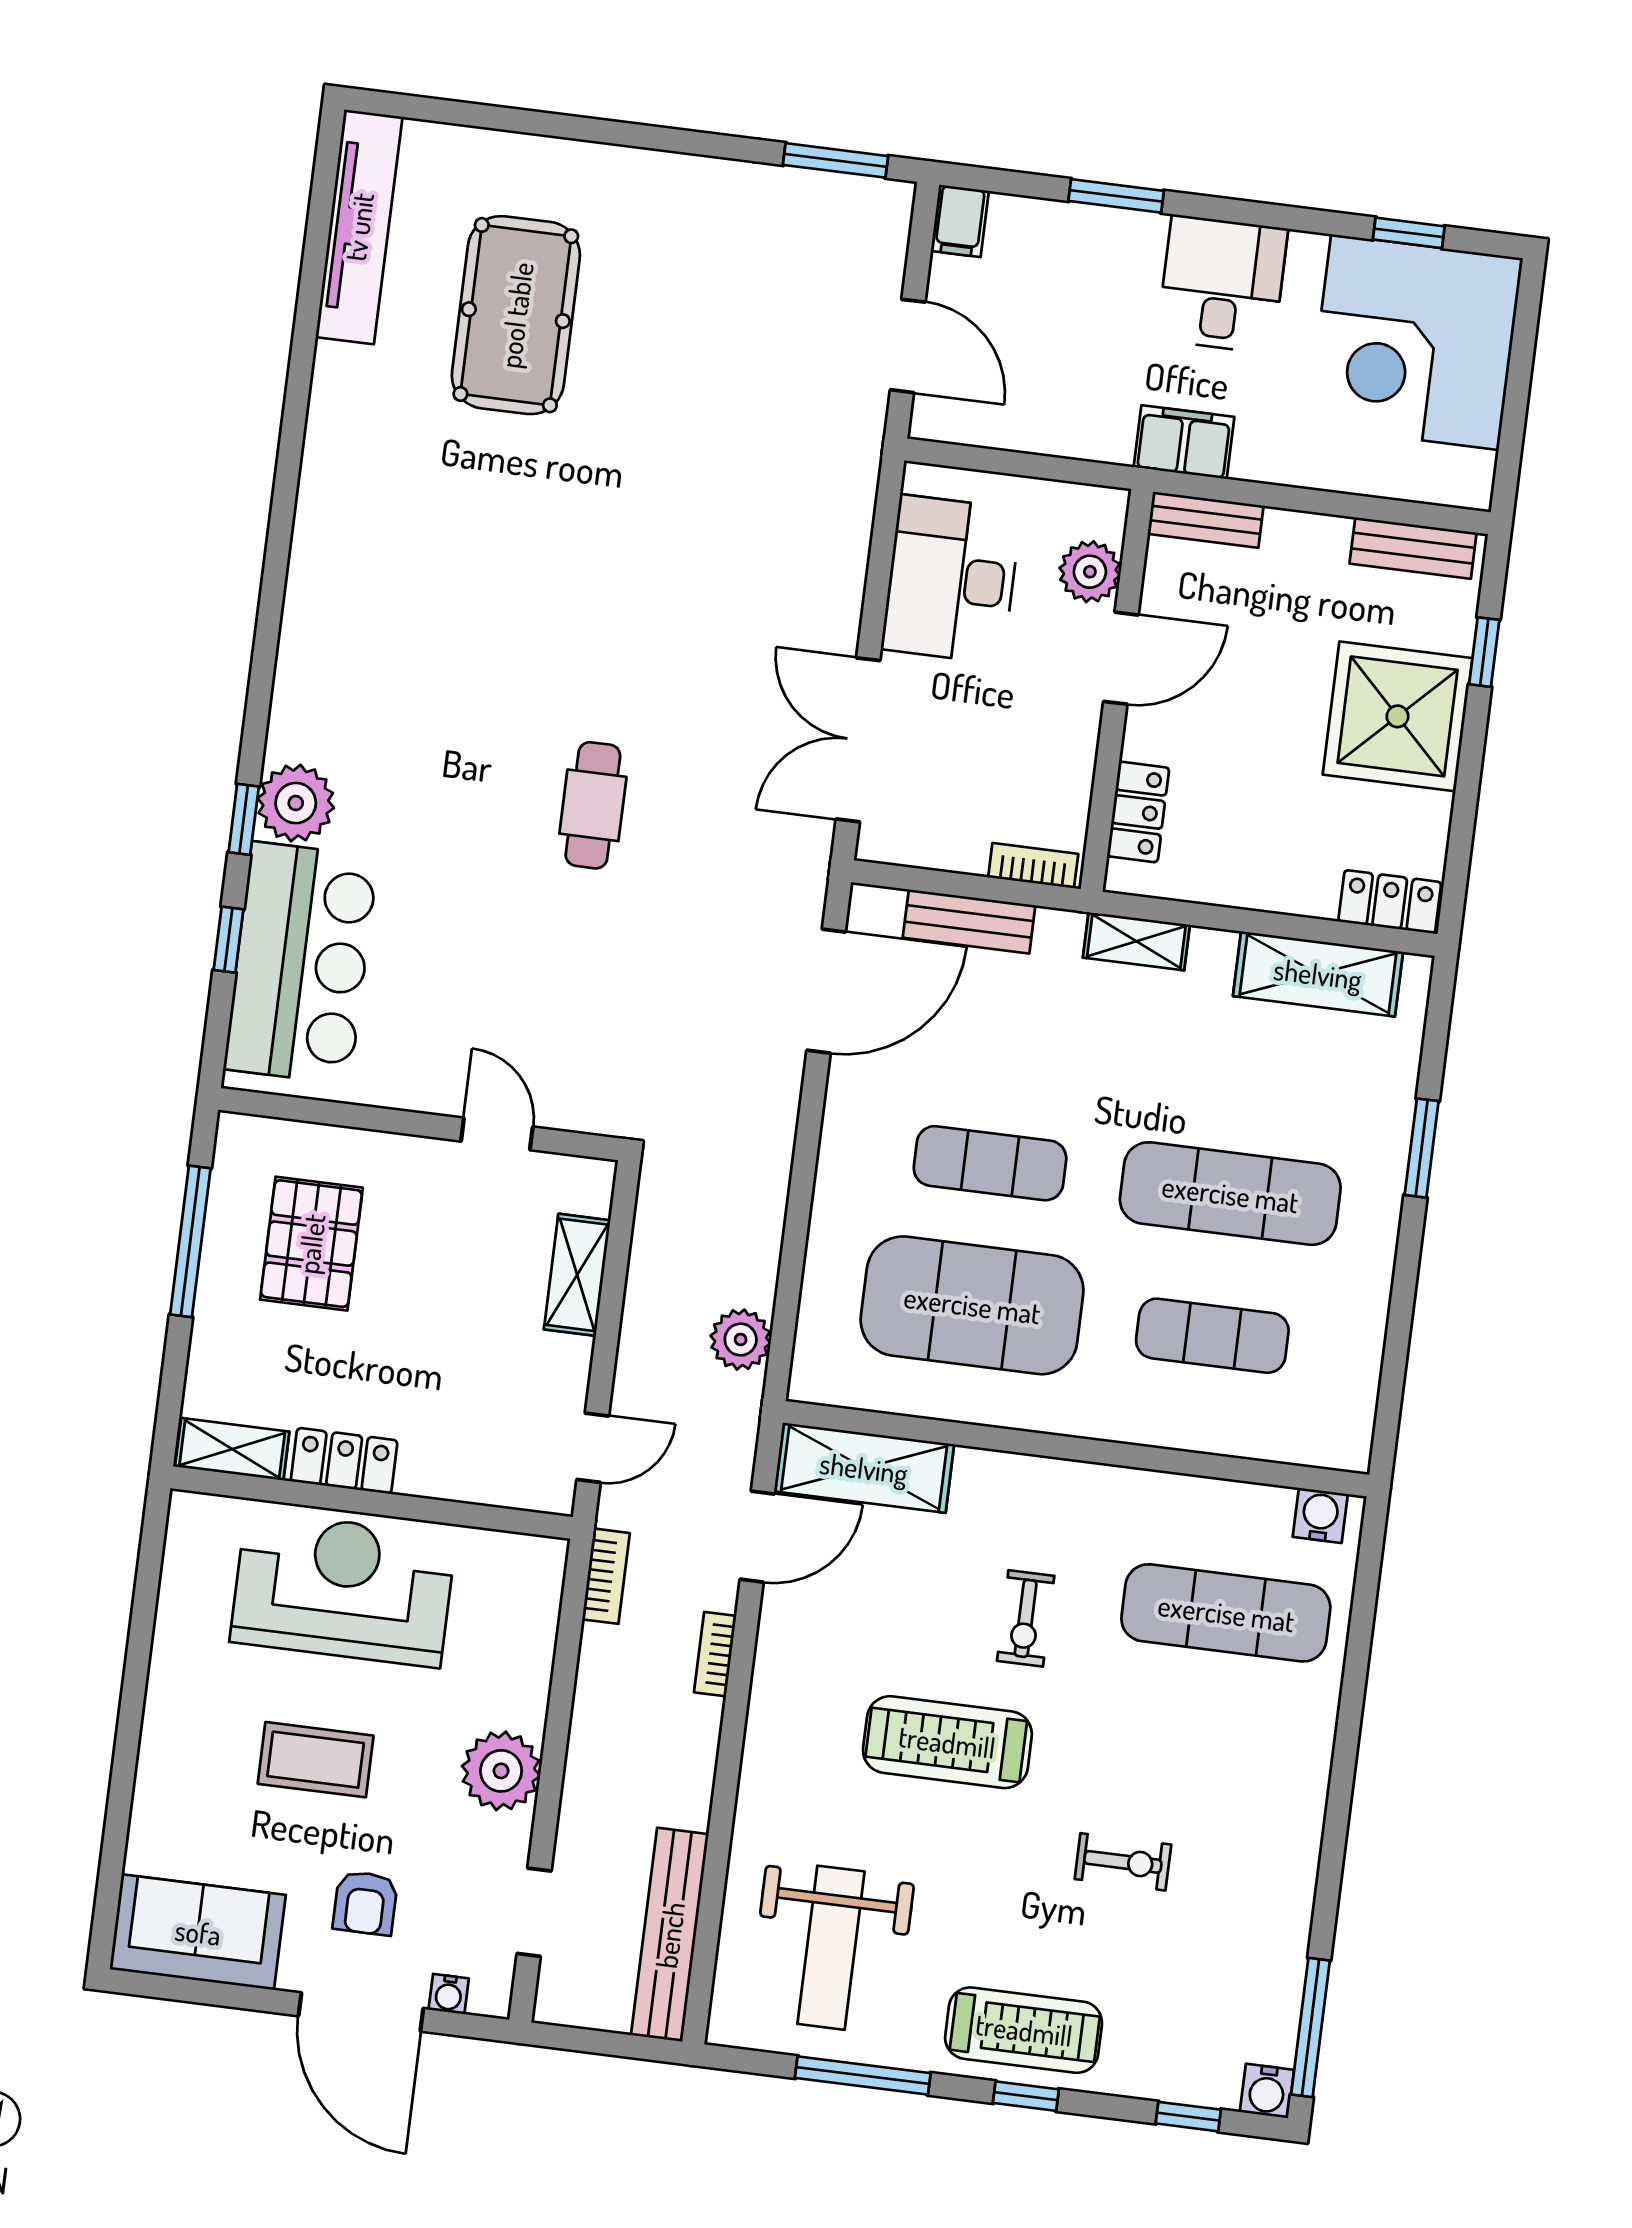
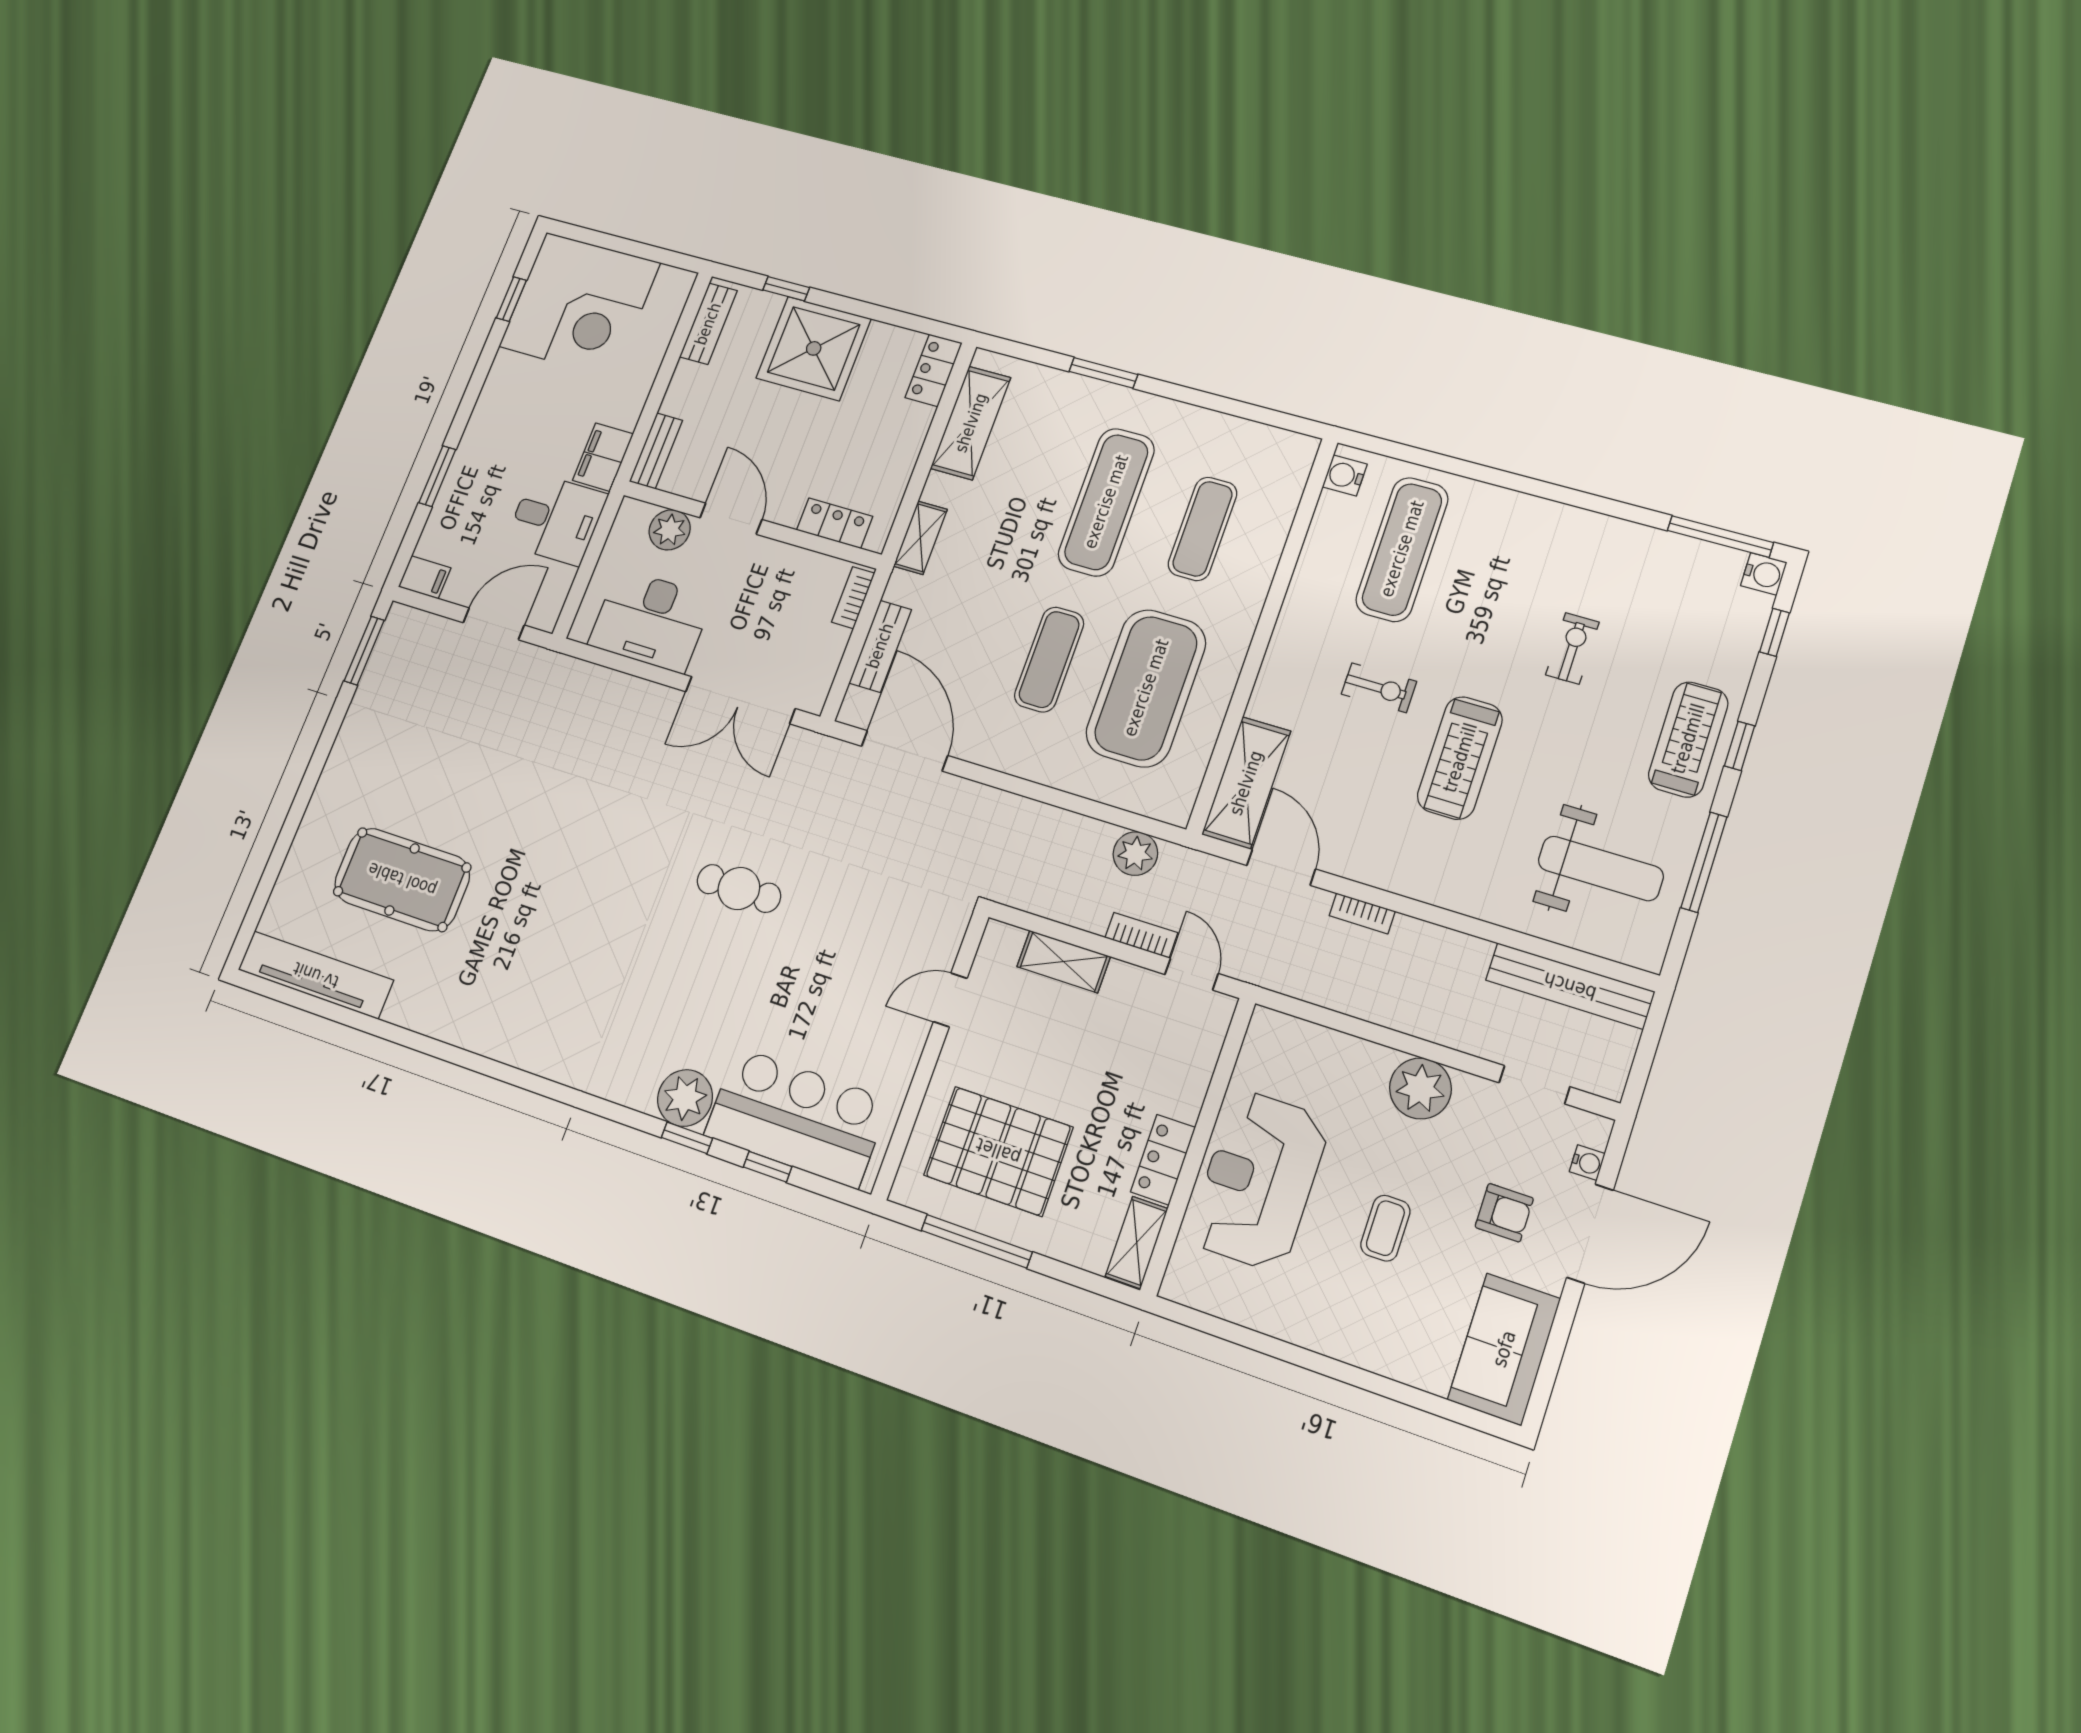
desk: (1222, 284) -> (556, 519), moved, turned 180
pallet: (311, 1244) -> (998, 1151), width x1.37, depth x1.41
bookcase: (606, 1576) -> (1141, 935), moved
coffee table: (316, 1760) -> (1385, 1228), width x0.73, depth x0.77

